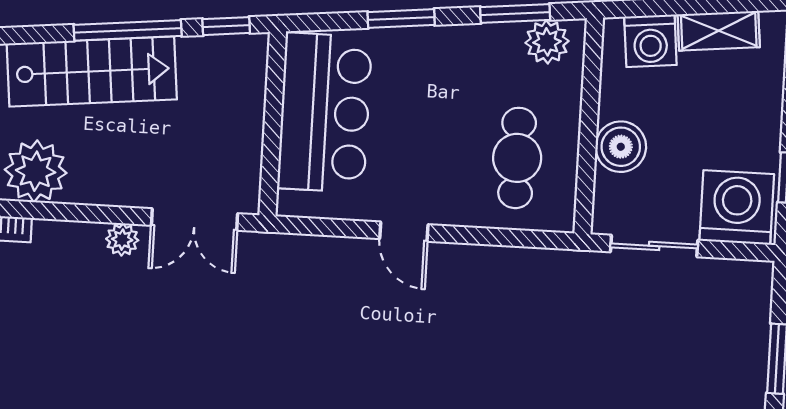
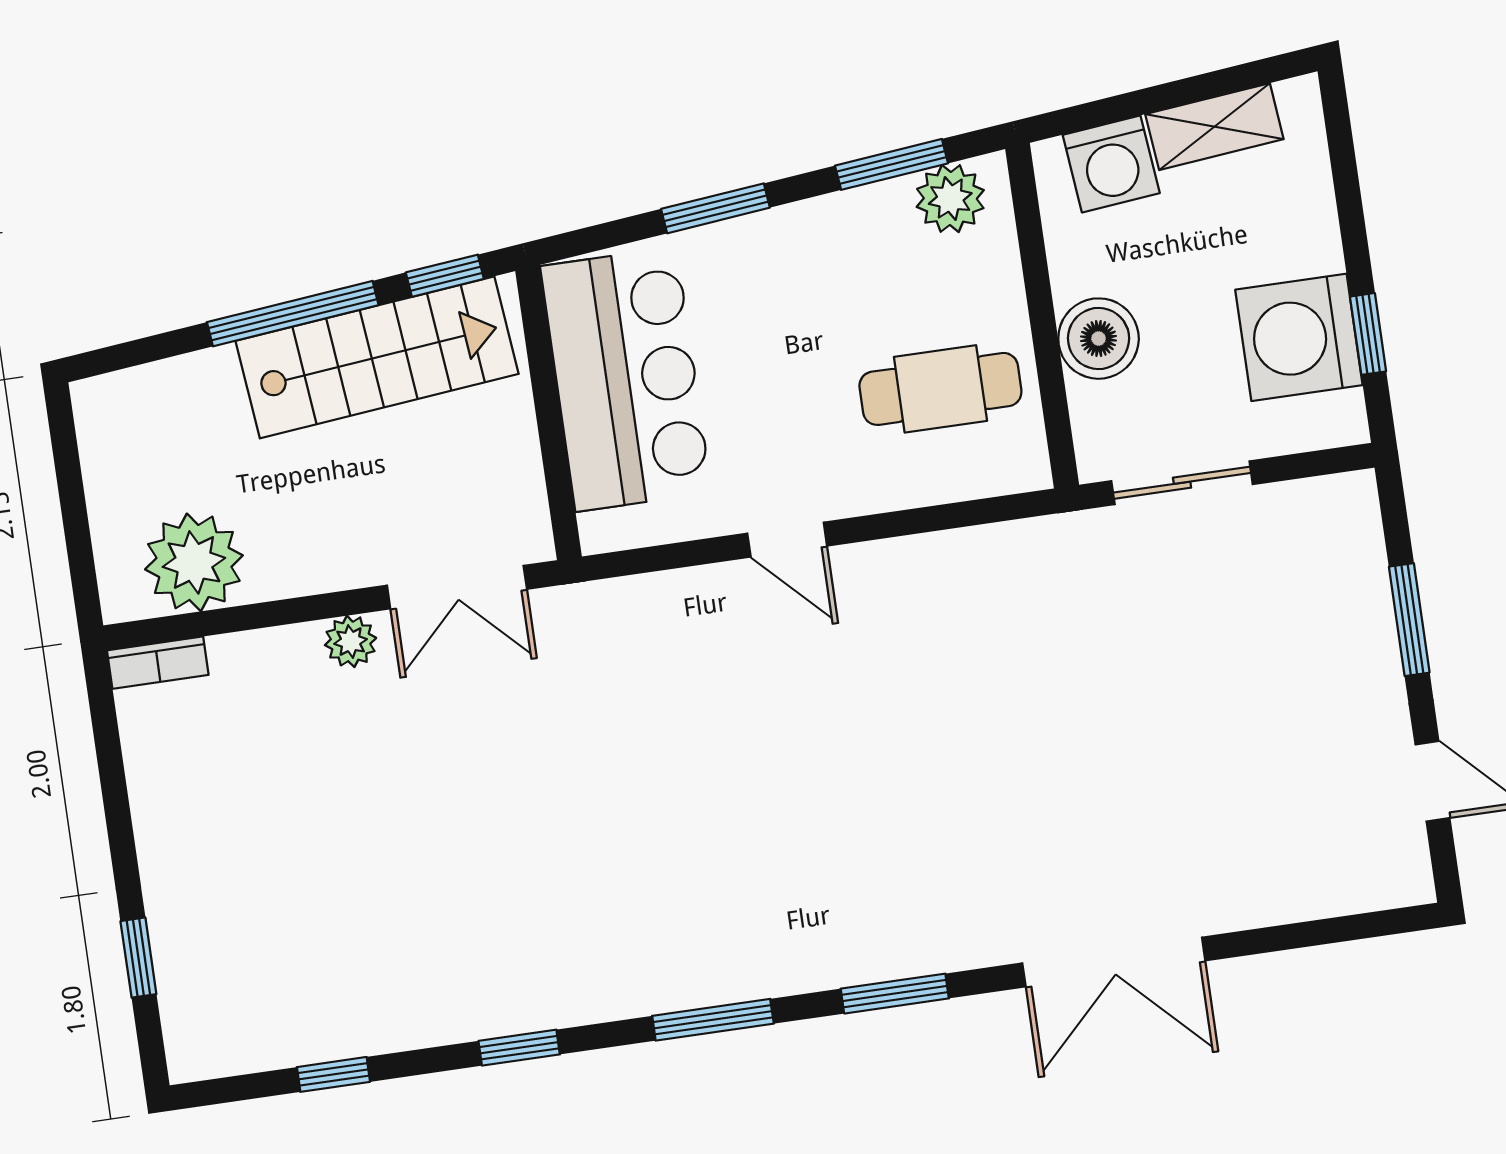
stairs: (92, 72) -> (377, 357), moved
cafe table: (517, 158) -> (940, 389), turned 90
washing machine: (737, 207) -> (1299, 337), moved, turned -90

